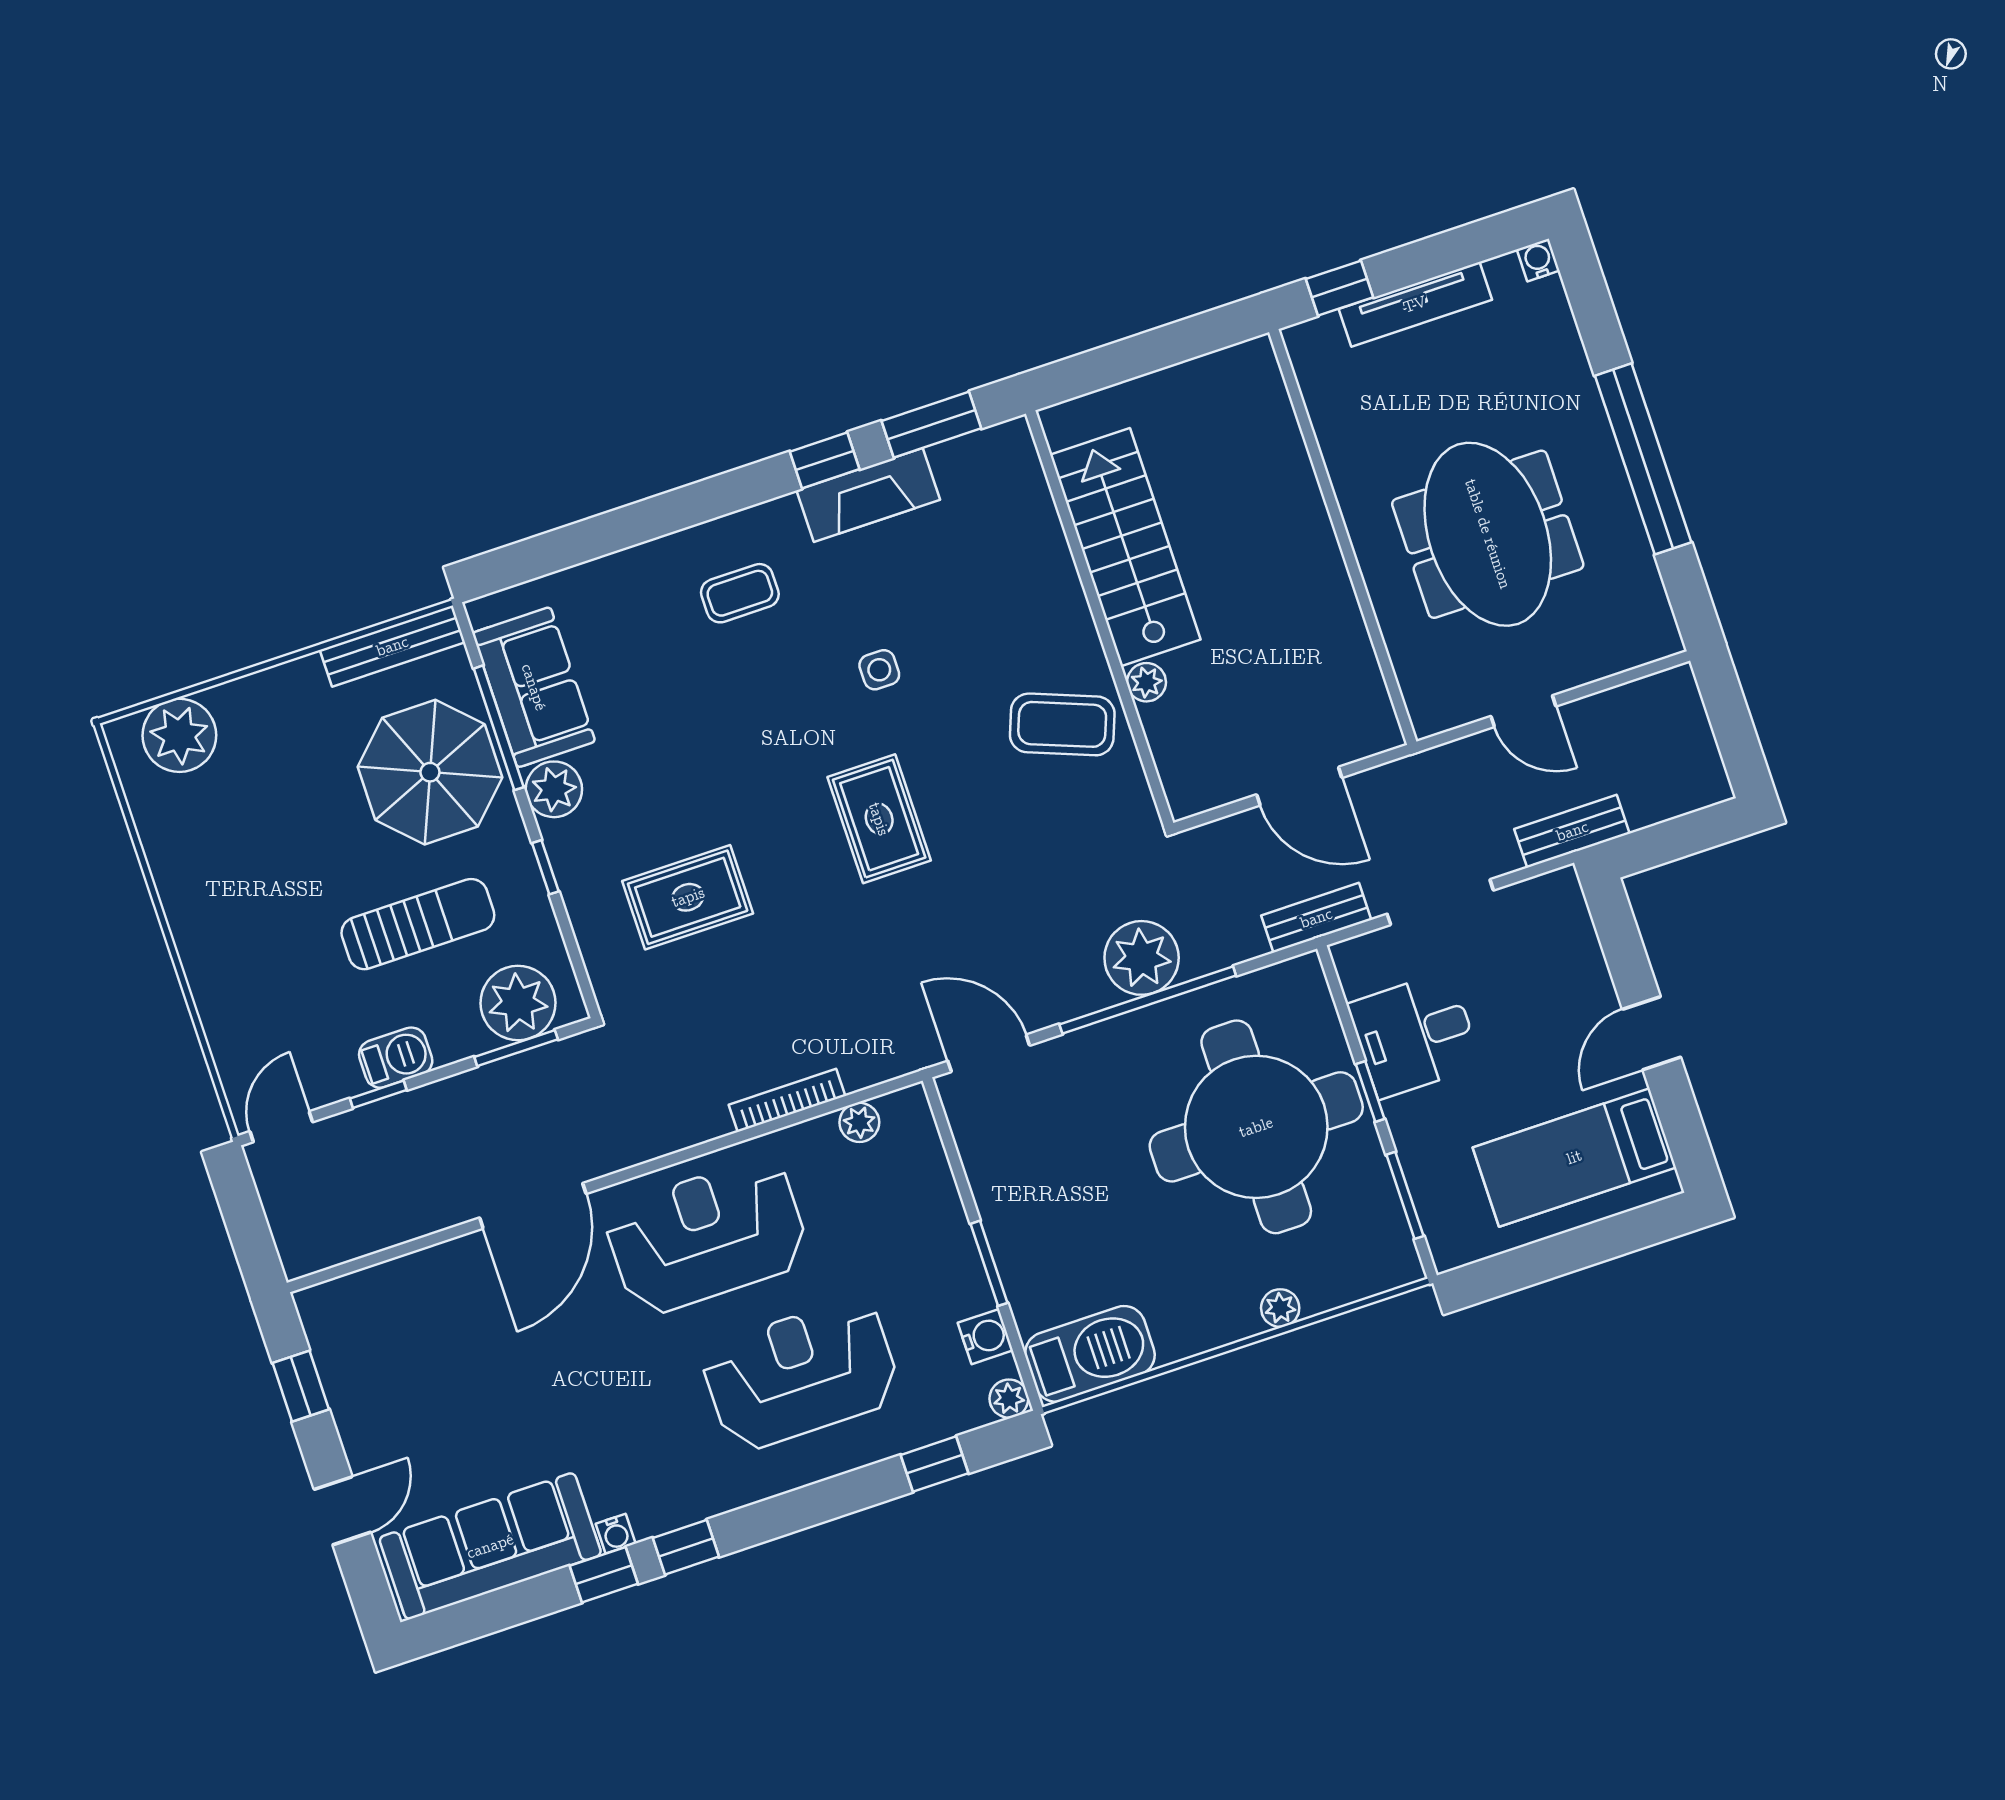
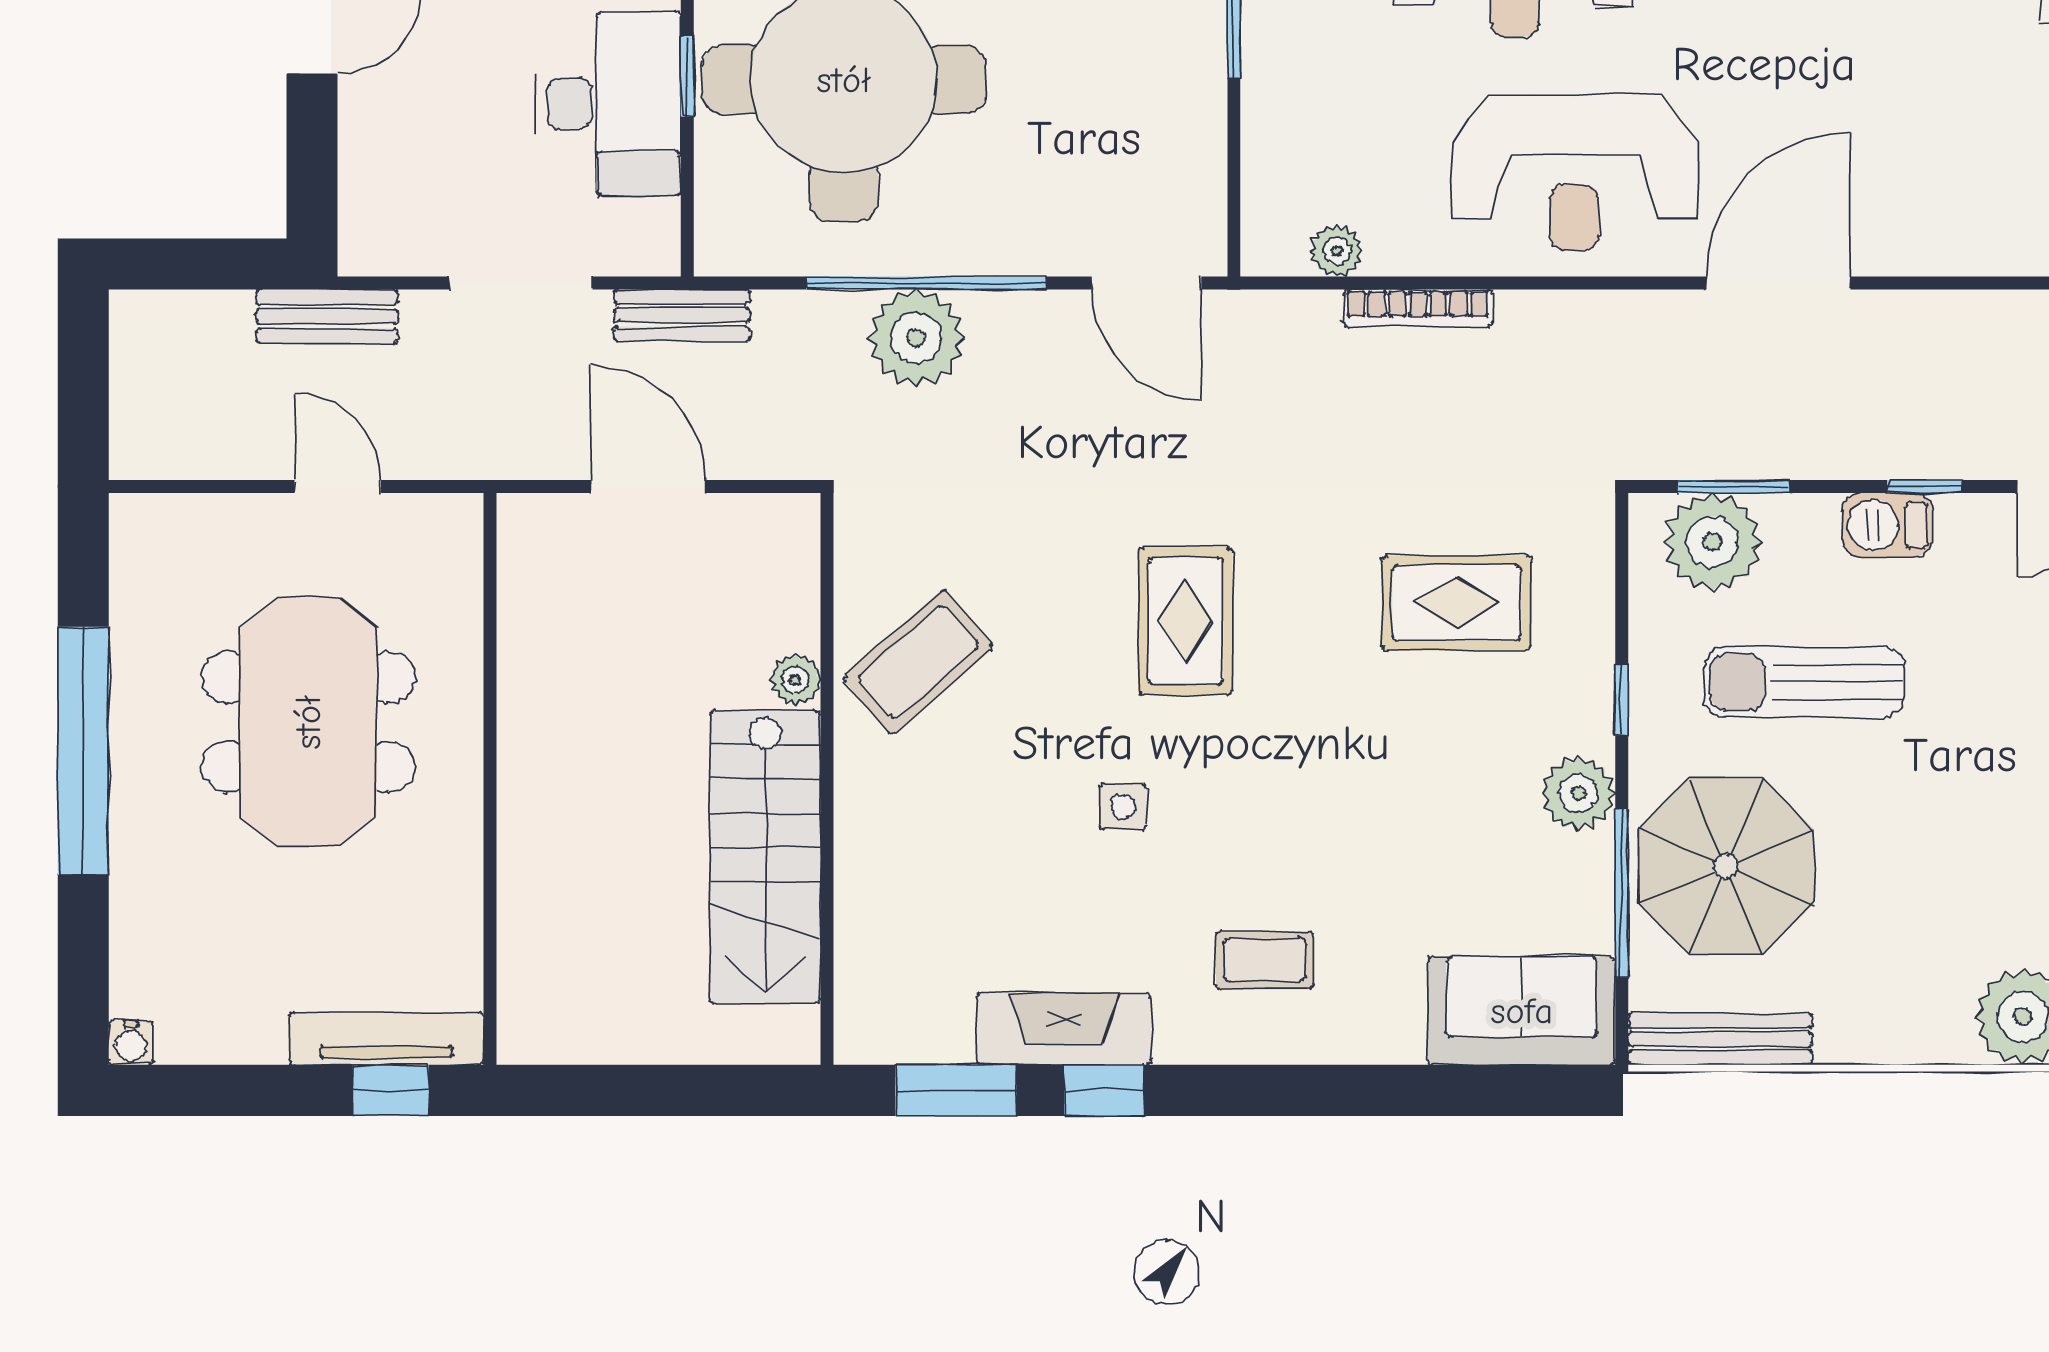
tv unit: (1415, 304) -> (386, 1039), moved
sofa: (534, 687) -> (1522, 1011), moved, turned 90
coffee table: (1062, 724) -> (918, 662), turned -62
desk: (1414, 1035) -> (608, 103), width x1.37

